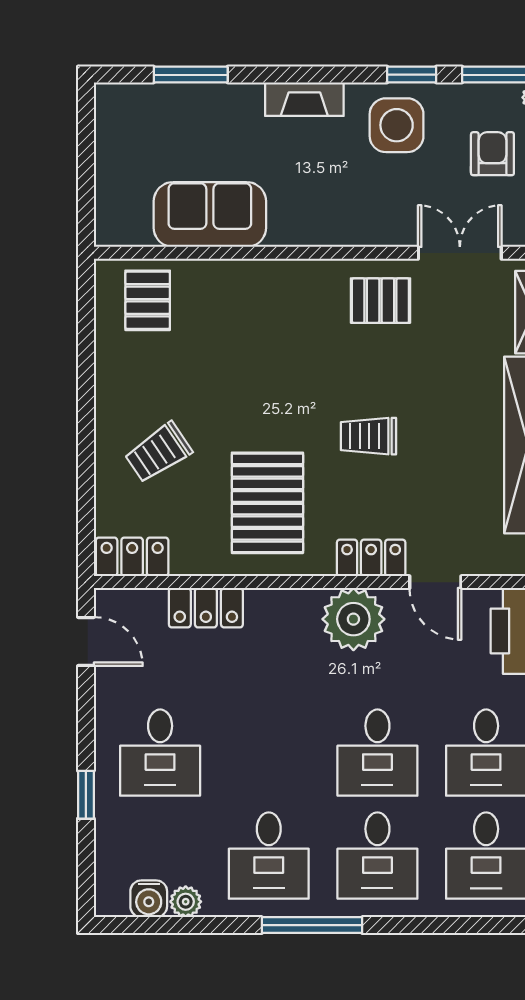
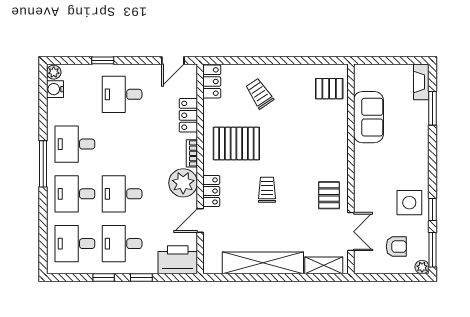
fireplace: (304, 99) -> (421, 82), moved
bookcase: (289, 600) -> (192, 153), added
plant: (186, 902) -> (54, 72), moved

